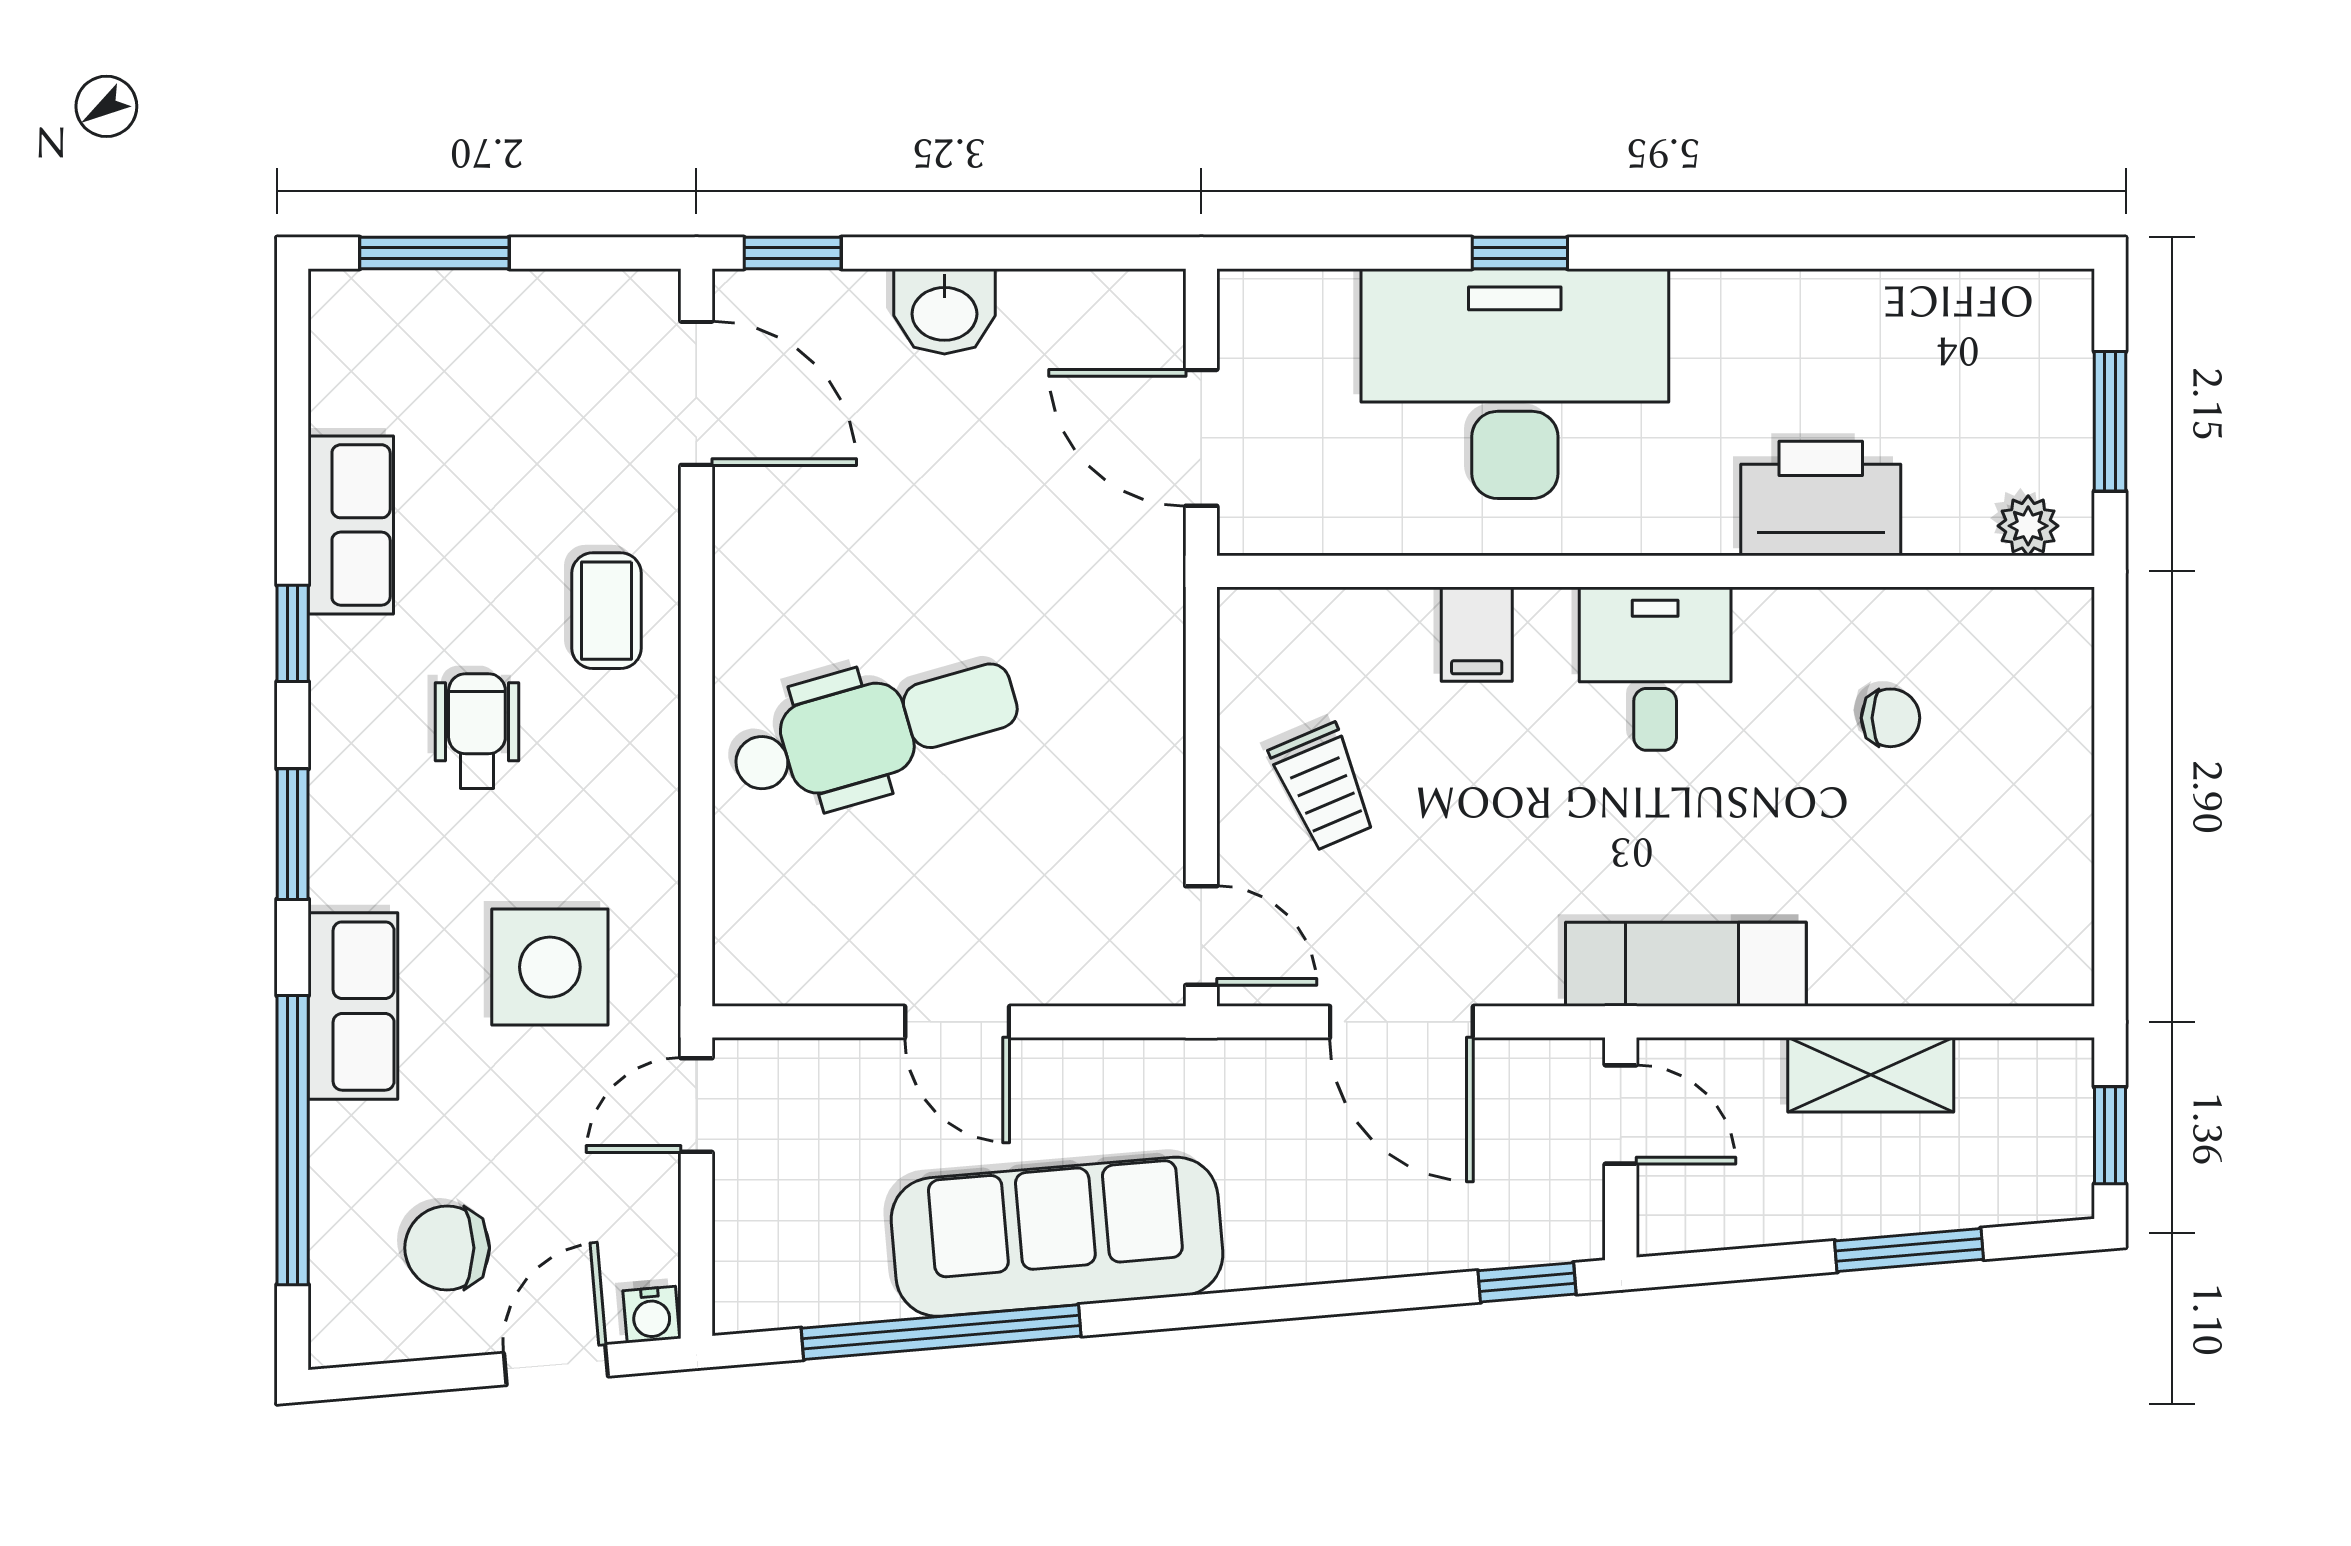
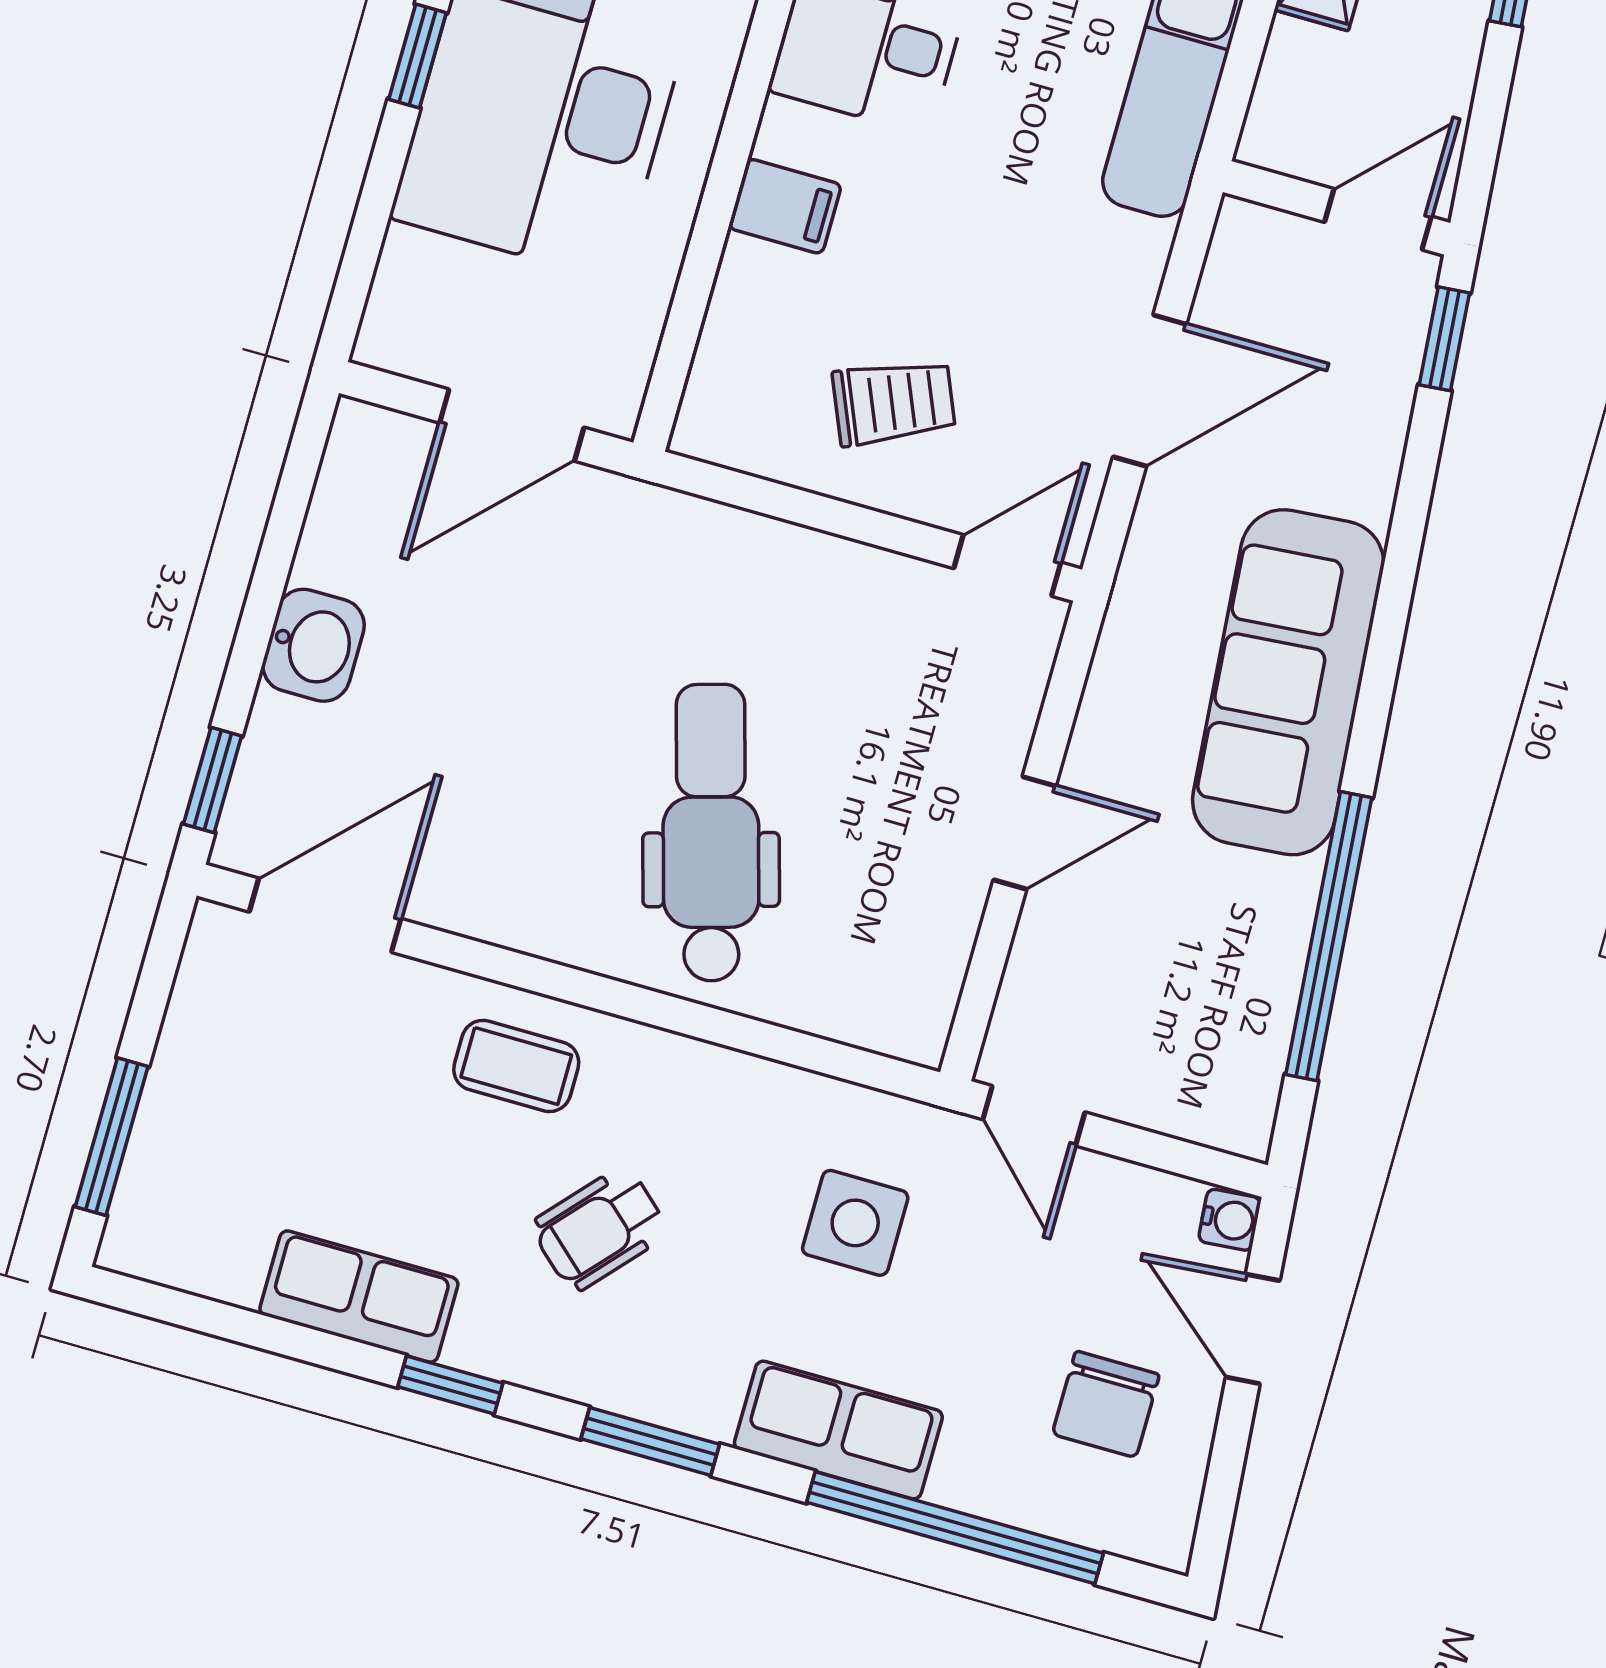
wheelchair: (477, 731) -> (600, 1229), turned -48
side table: (550, 967) -> (855, 1223), width x0.73, depth x0.73
door: (1621, 1115) -> (1378, 219), moved
sofa: (1057, 1237) -> (1288, 682), moved

